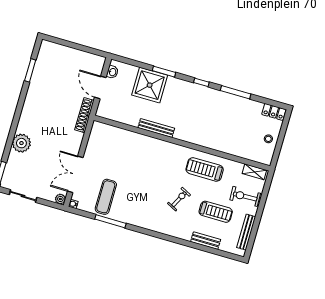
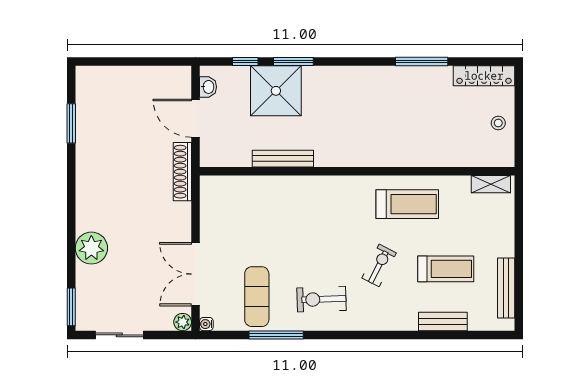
window: (201, 82) -> (245, 61), moved
locker: (274, 112) -> (484, 76), width x1.53
bench: (156, 128) -> (283, 159), moved
treadmill: (205, 169) -> (407, 204), turned 180
exercise bike: (245, 196) -> (321, 299), moved

